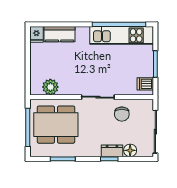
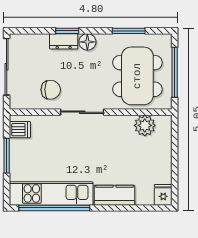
kitchen counter: (60, 34) -> (115, 195), moved
chair: (122, 114) -> (51, 90), turned 90
dining table: (56, 125) -> (137, 76), turned 90
floor lamp: (130, 150) -> (87, 42), moved

